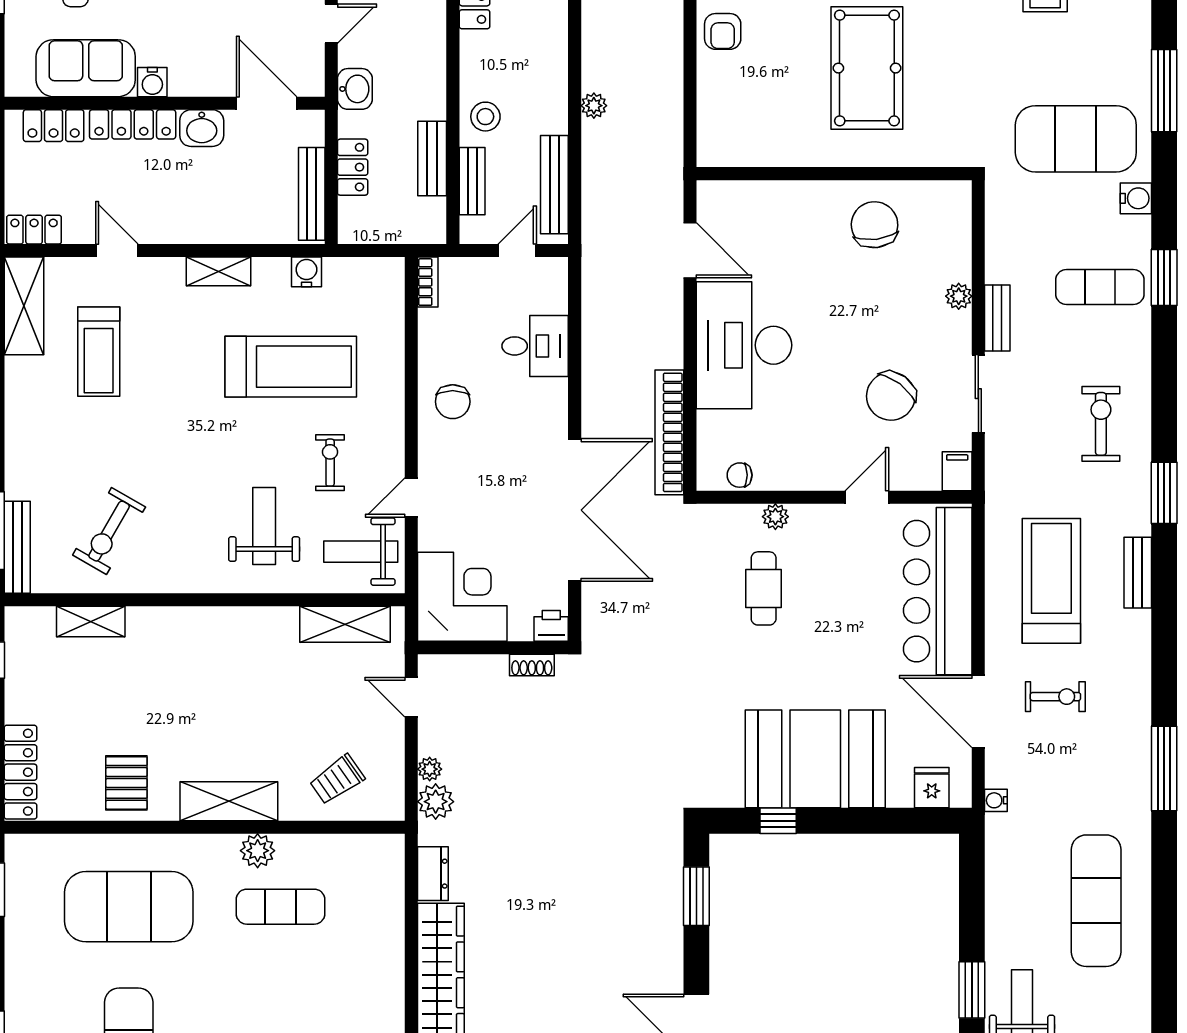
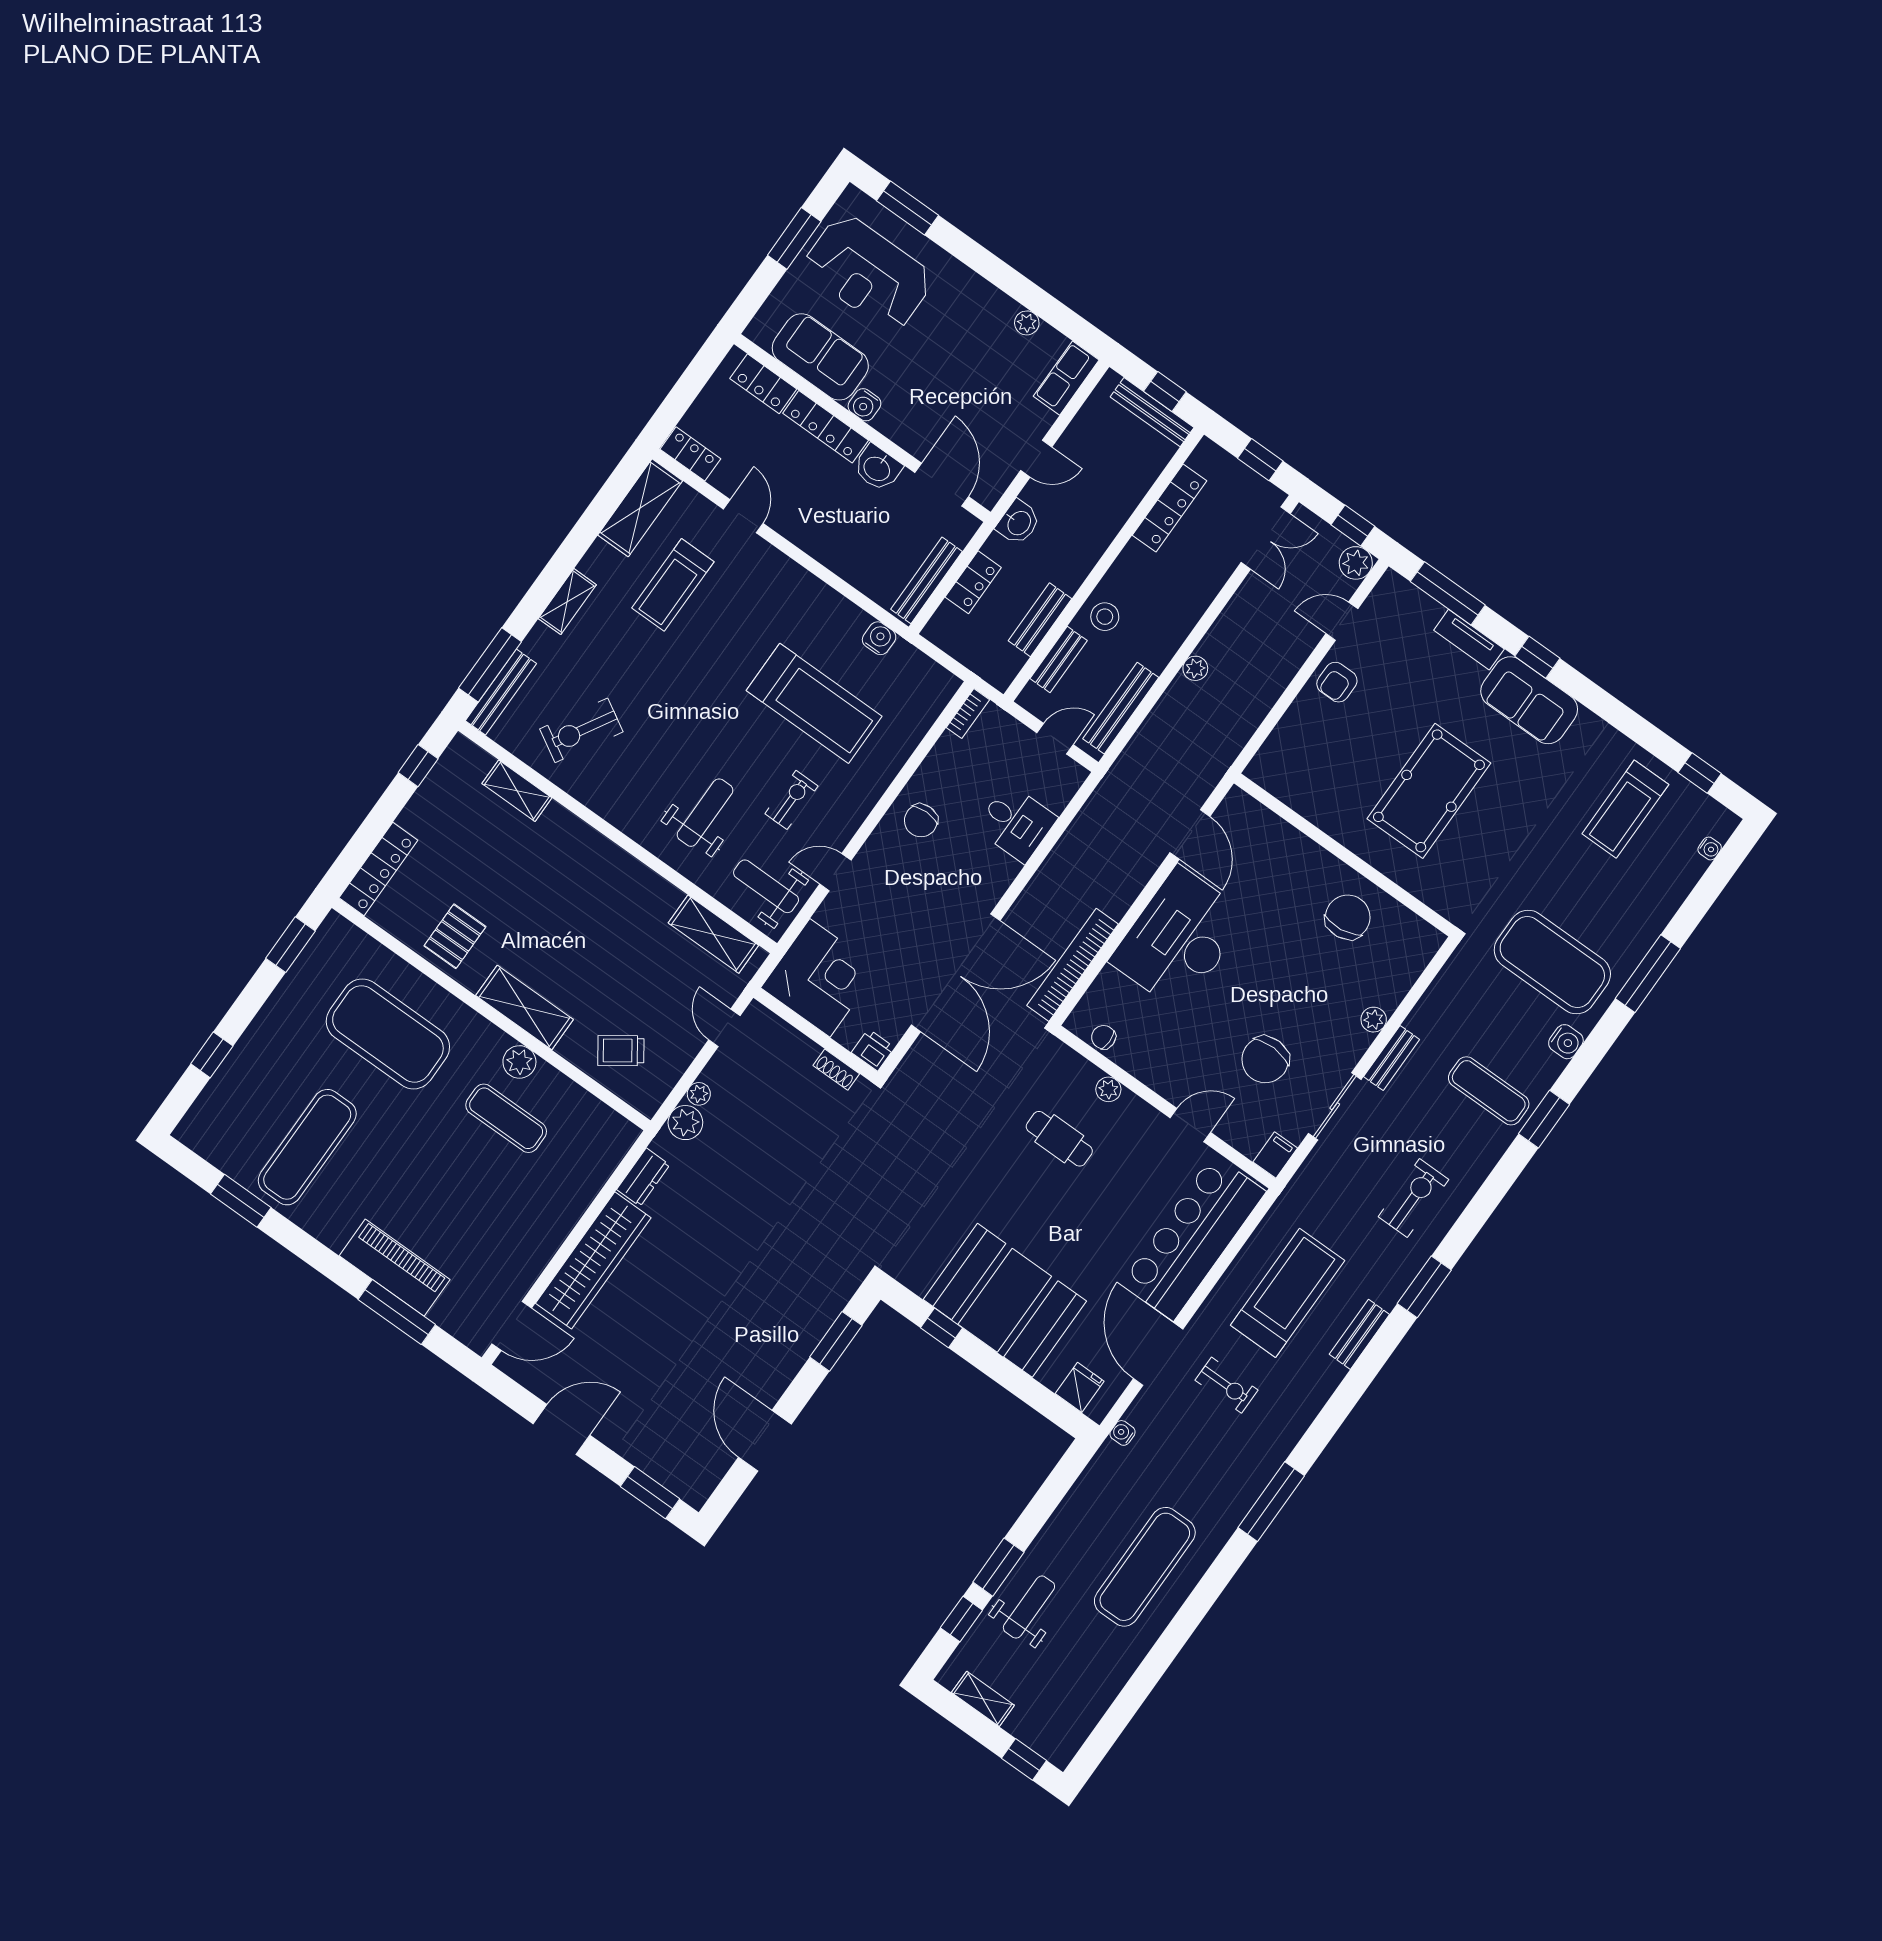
shelving: (219, 271) -> (567, 602), moved, turned 90
chair: (891, 396) -> (1265, 1060), turned -35
cafe table: (764, 588) -> (1059, 1139), turned 90

